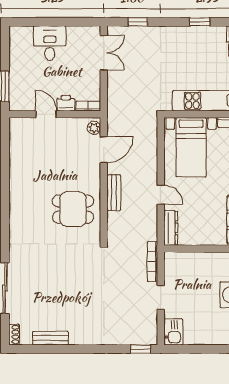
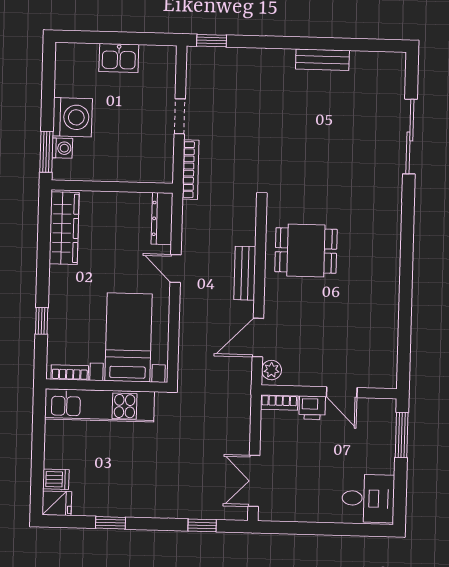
desk: (50, 43) -> (368, 498), moved, turned -90
kitchen sink: (173, 332) -> (119, 58), moved, turned -90
shoe rack: (14, 335) -> (398, 67), removed
bench: (50, 338) -> (322, 60), moved

